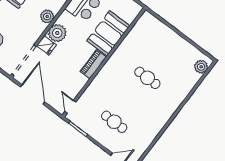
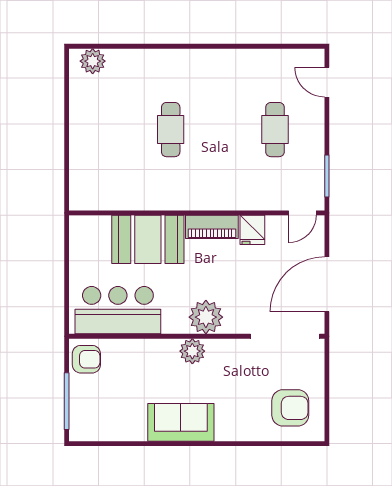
fridge: (46, 45) -> (252, 230), moved, turned 180

